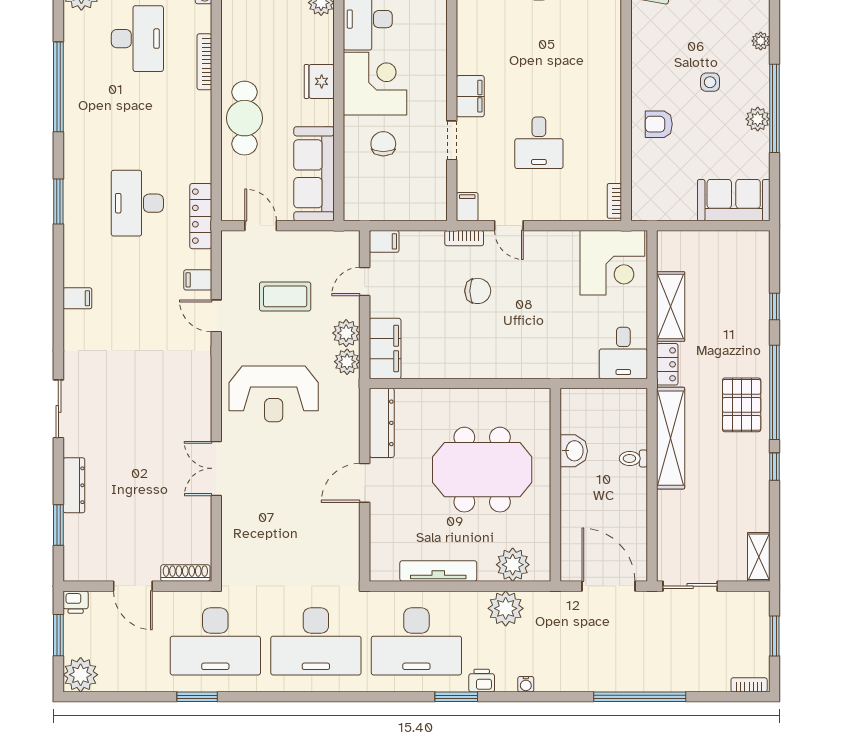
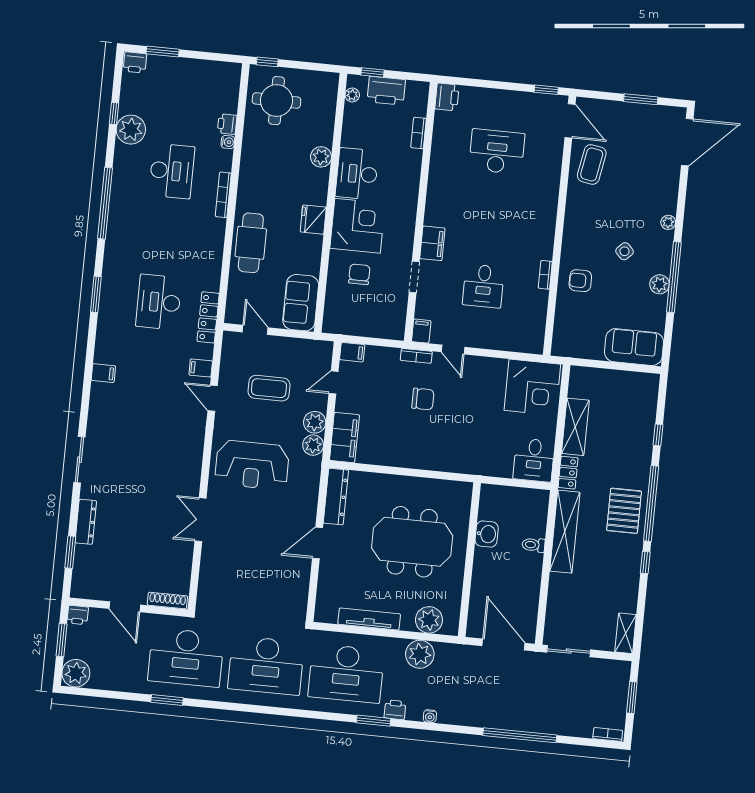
side table: (710, 82) -> (625, 251), turned 45
sofa: (314, 174) -> (301, 303), width x0.73
bookcase: (614, 201) -> (545, 275), moved

